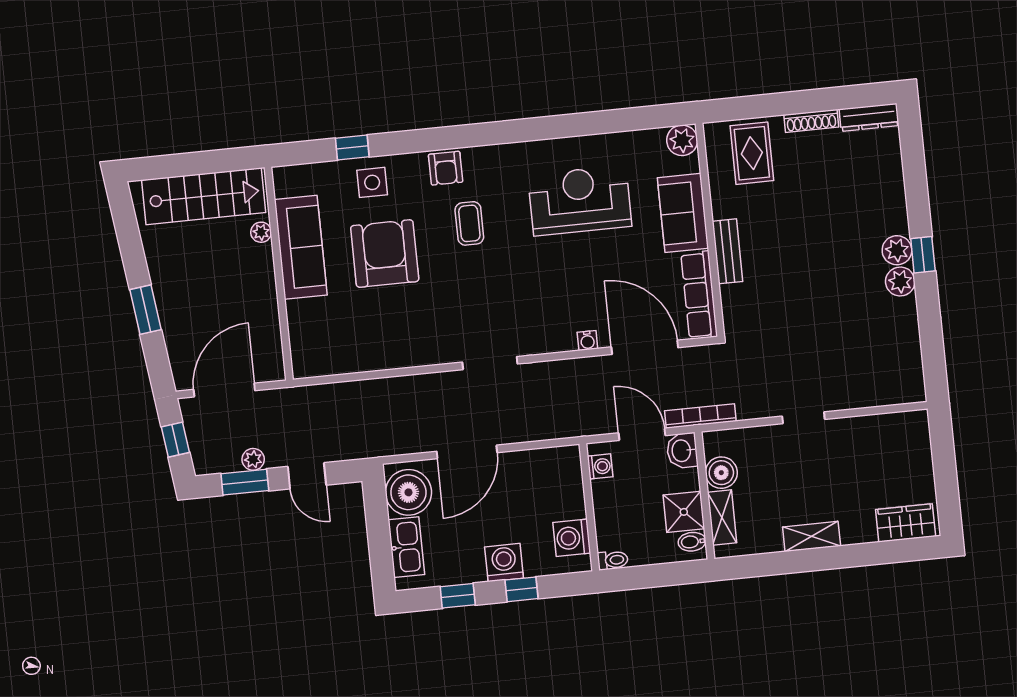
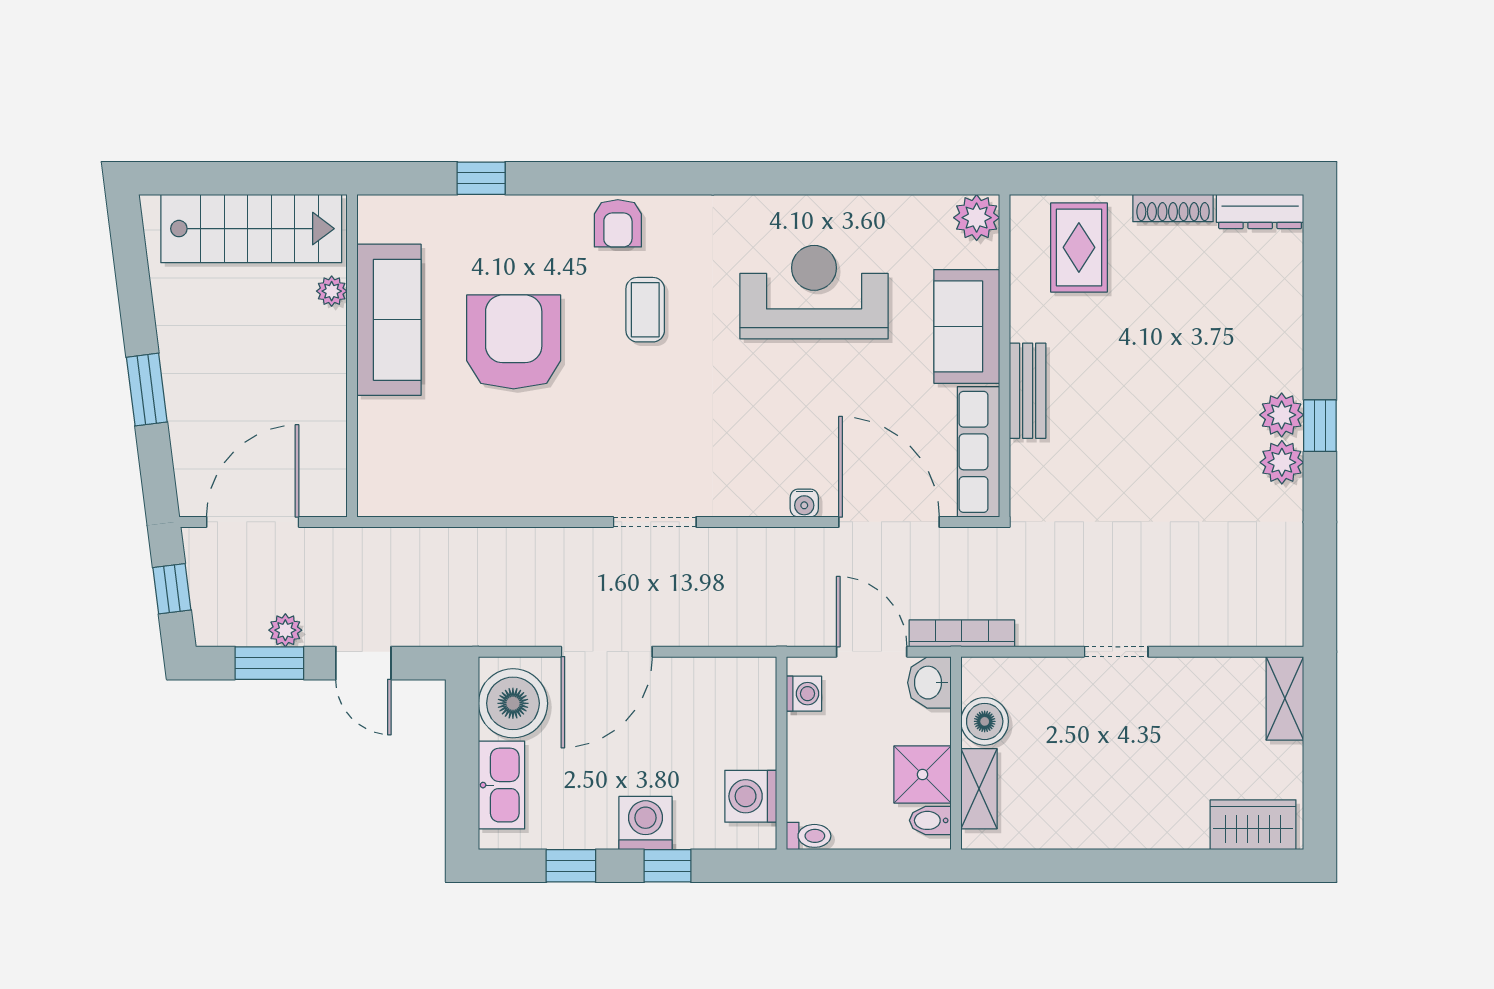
side table: (372, 182) -> (506, 234), removed
shelving: (812, 536) -> (1285, 698), moved, turned 90

